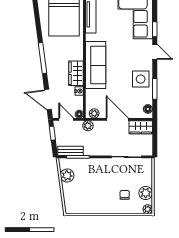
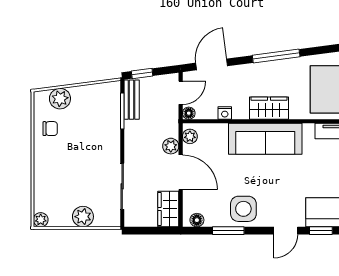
wardrobe: (76, 73) -> (269, 108), moved
door: (117, 119) -> (181, 172), hinge flipped
plant: (88, 126) -> (171, 146), moved
window: (52, 133) -> (142, 74), moved
plant: (67, 176) -> (60, 99), moved
plant: (146, 193) -> (83, 217), moved
chair: (125, 195) -> (50, 129), moved

